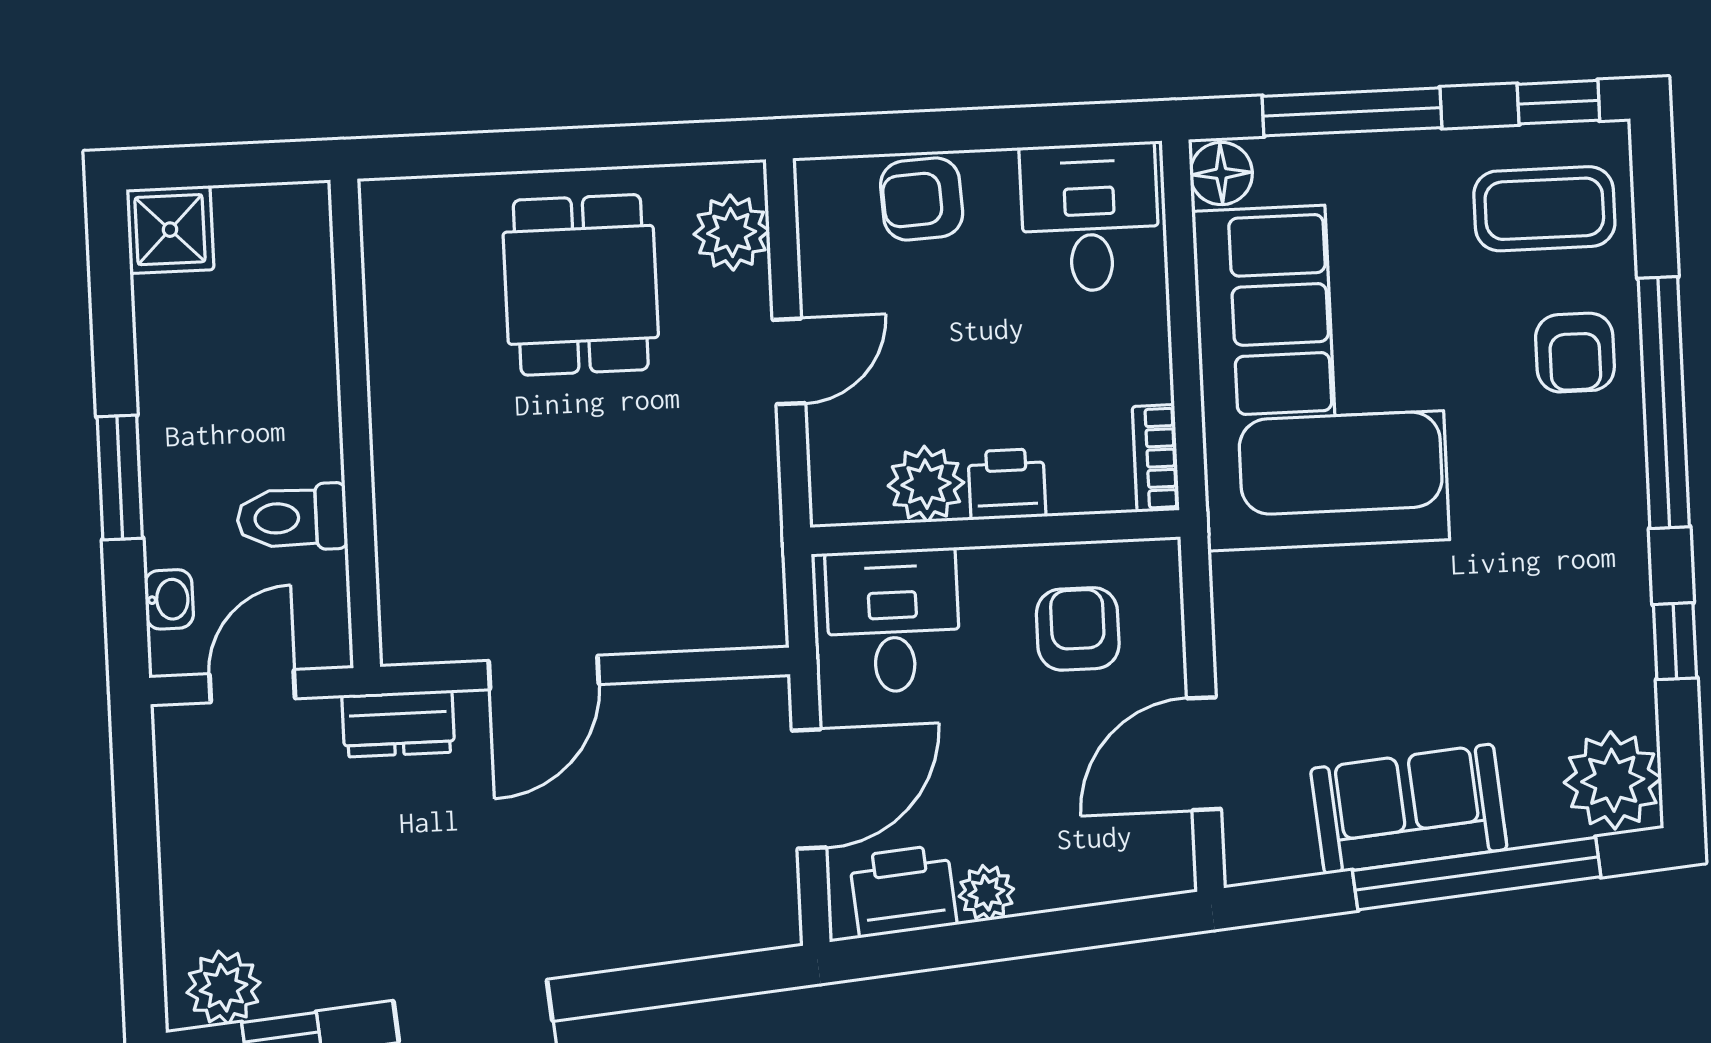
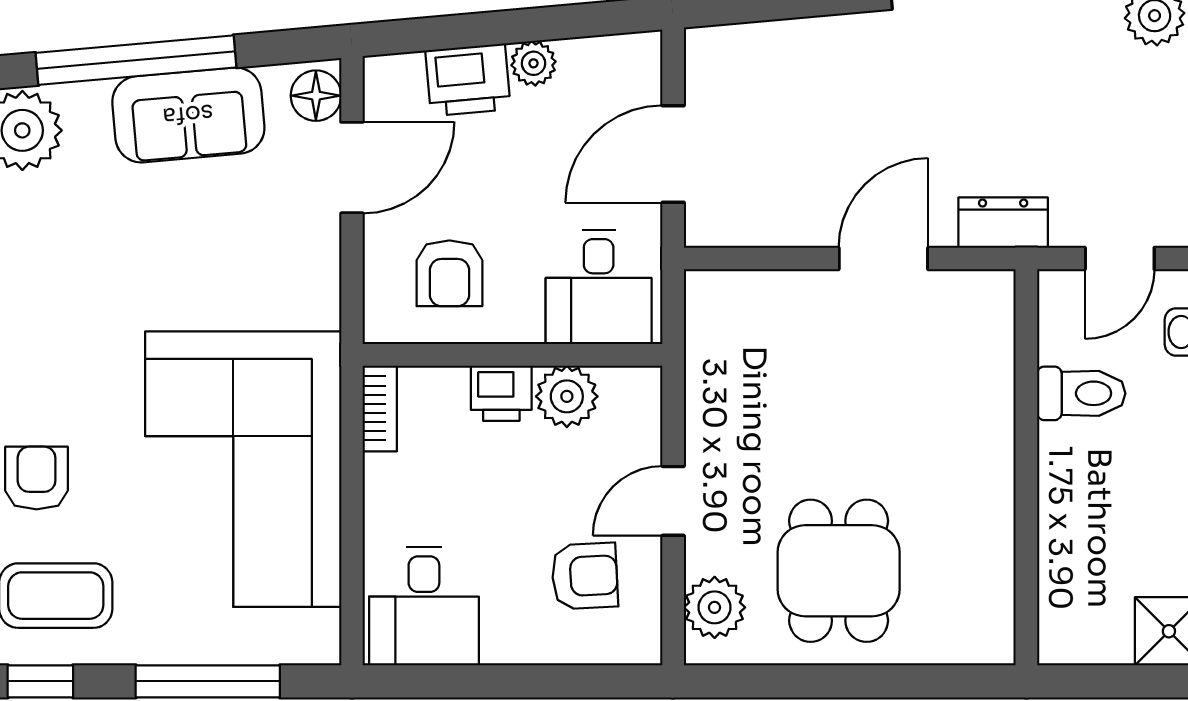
floor lamp: (1221, 173) -> (316, 96), moved
armchair: (922, 199) -> (585, 576), moved
printer: (903, 891) -> (468, 80), moved

